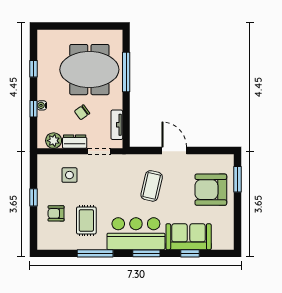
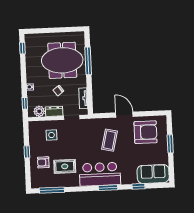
window: (33, 69) -> (22, 48), moved
window: (33, 109) -> (25, 103), moved
window: (238, 179) -> (170, 144), moved
armchair: (211, 190) -> (145, 132), moved, turned 180
rug: (86, 220) -> (65, 166), turned 90
sofa: (189, 237) -> (153, 174), moved
window: (95, 253) -> (52, 190), moved

